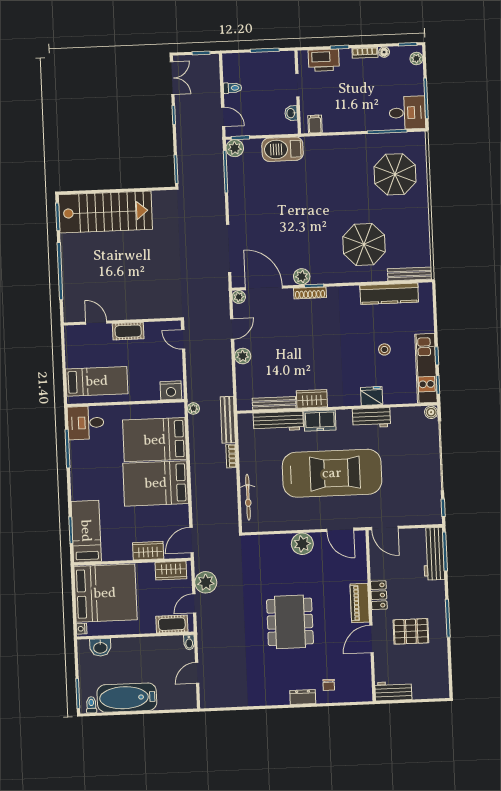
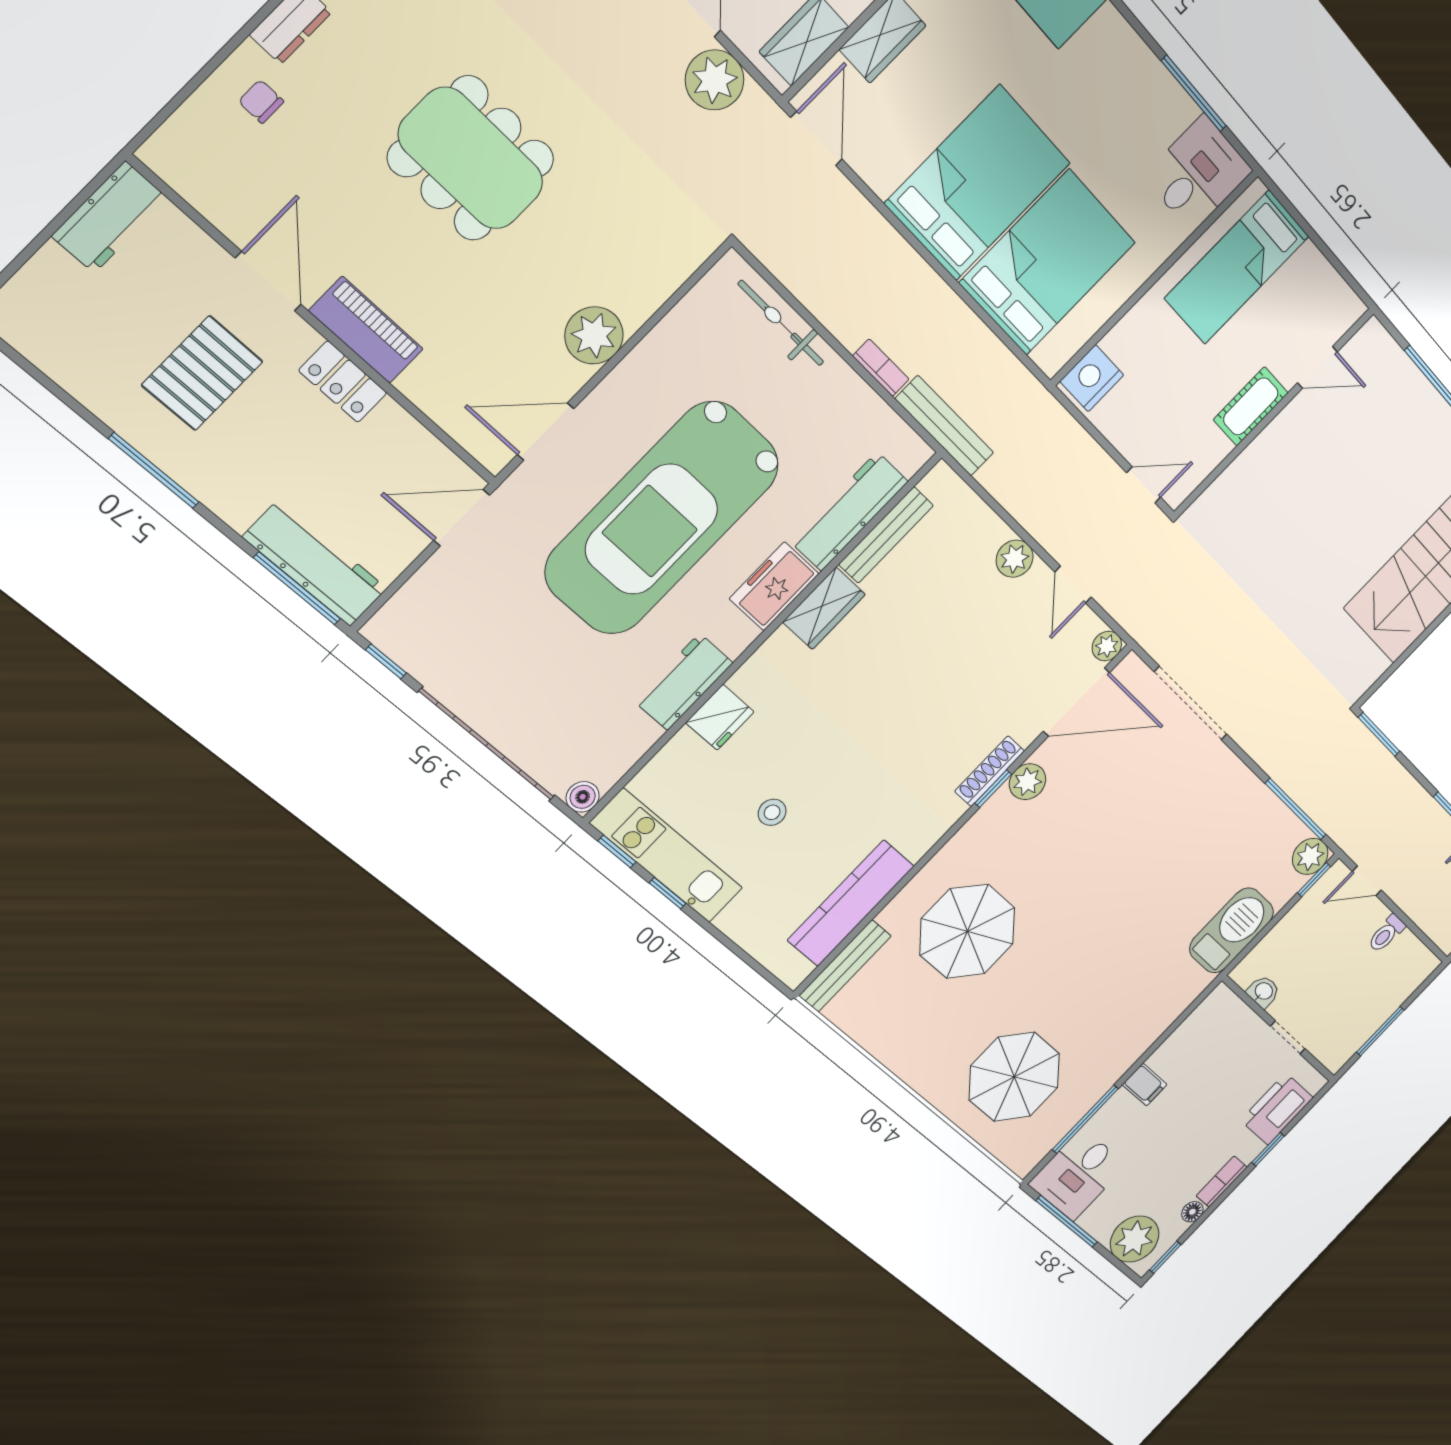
plant: (416, 58) -> (1135, 1239), width x1.87, depth x1.87
filing cabinet: (315, 124) -> (1145, 1085), moved
plant: (193, 408) -> (1024, 386), removed

